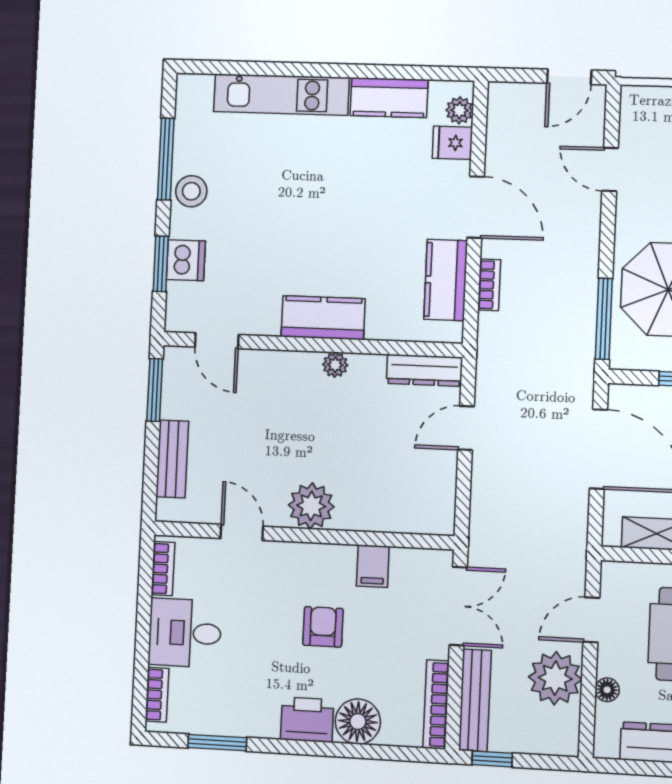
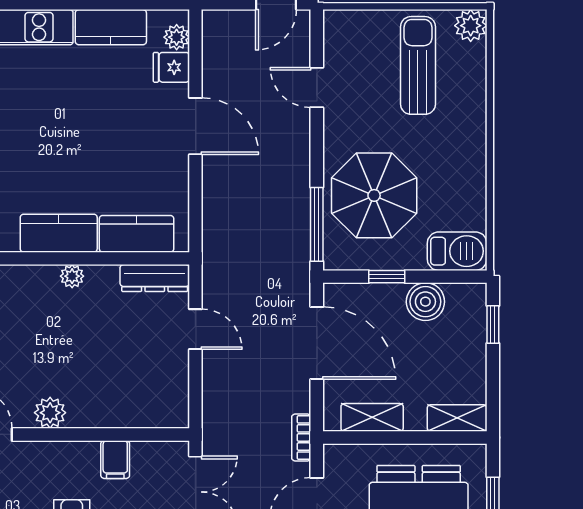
kitchen counter: (446, 280) -> (137, 234), moved, turned 90
bookcase: (489, 285) -> (301, 437), moved, turned 180
door: (466, 428) -> (195, 329), swing flipped
plant: (311, 506) -> (50, 413), width x0.73, depth x0.73

